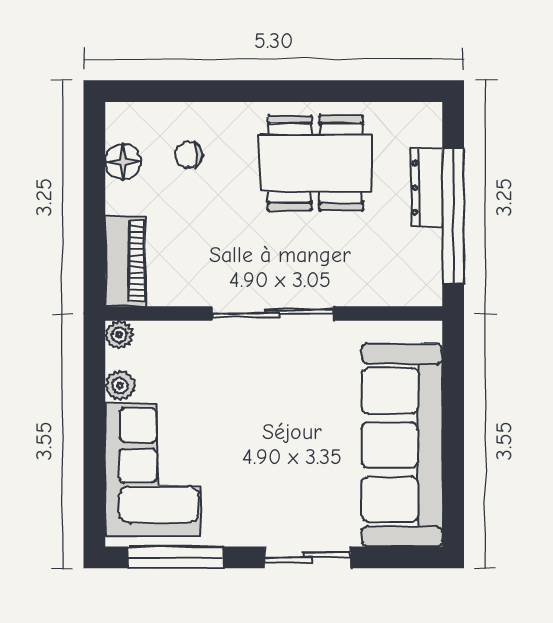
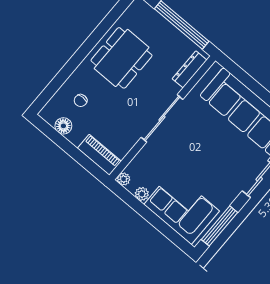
dresser: (427, 188) -> (190, 69), moved, turned 90

